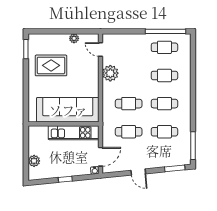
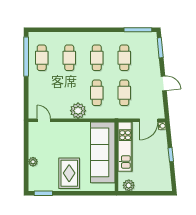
plant: (74, 38) -> (33, 162), moved
door: (101, 49) -> (44, 120), swing flipped
rug: (51, 65) -> (69, 173), moved
plant: (110, 73) -> (78, 111), moved
door: (101, 157) -> (149, 120), swing flipped
plant: (34, 161) -> (129, 185), moved
door: (138, 172) -> (164, 83), hinge flipped

